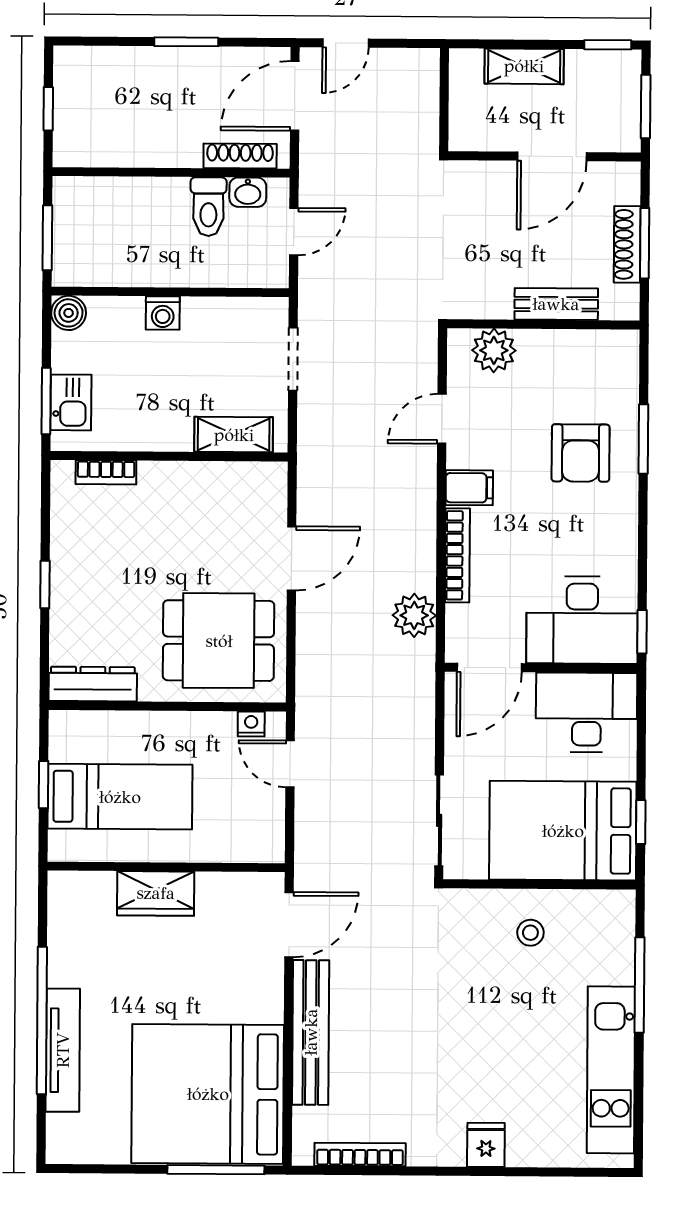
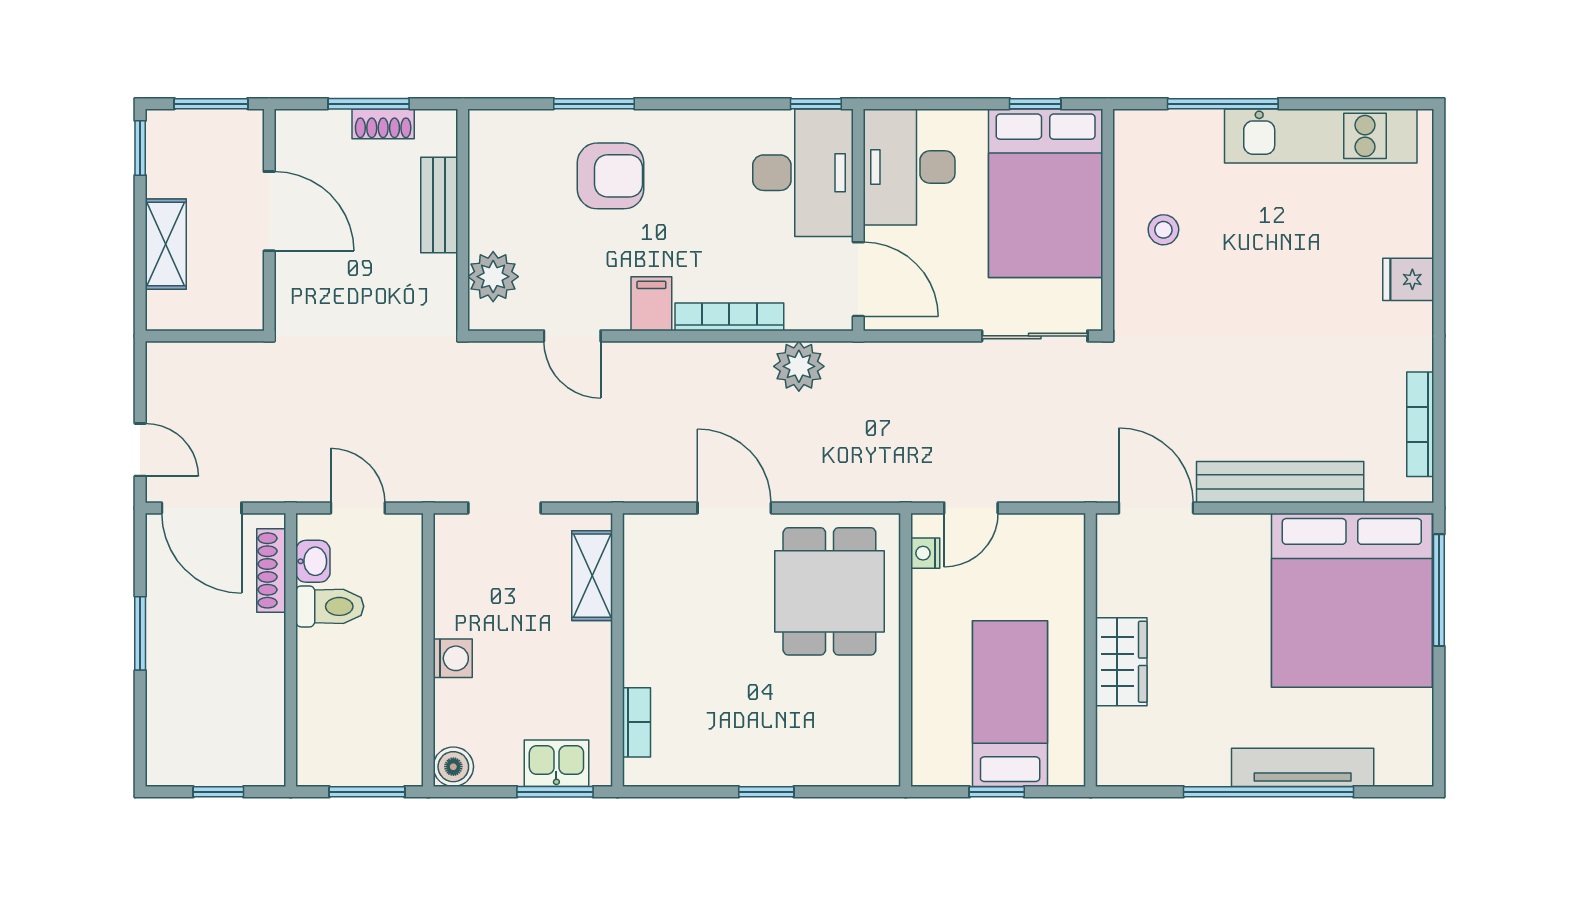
shoe rack: (627, 244) -> (383, 124), width x0.70
dresser: (93, 684) -> (881, 736), removed

